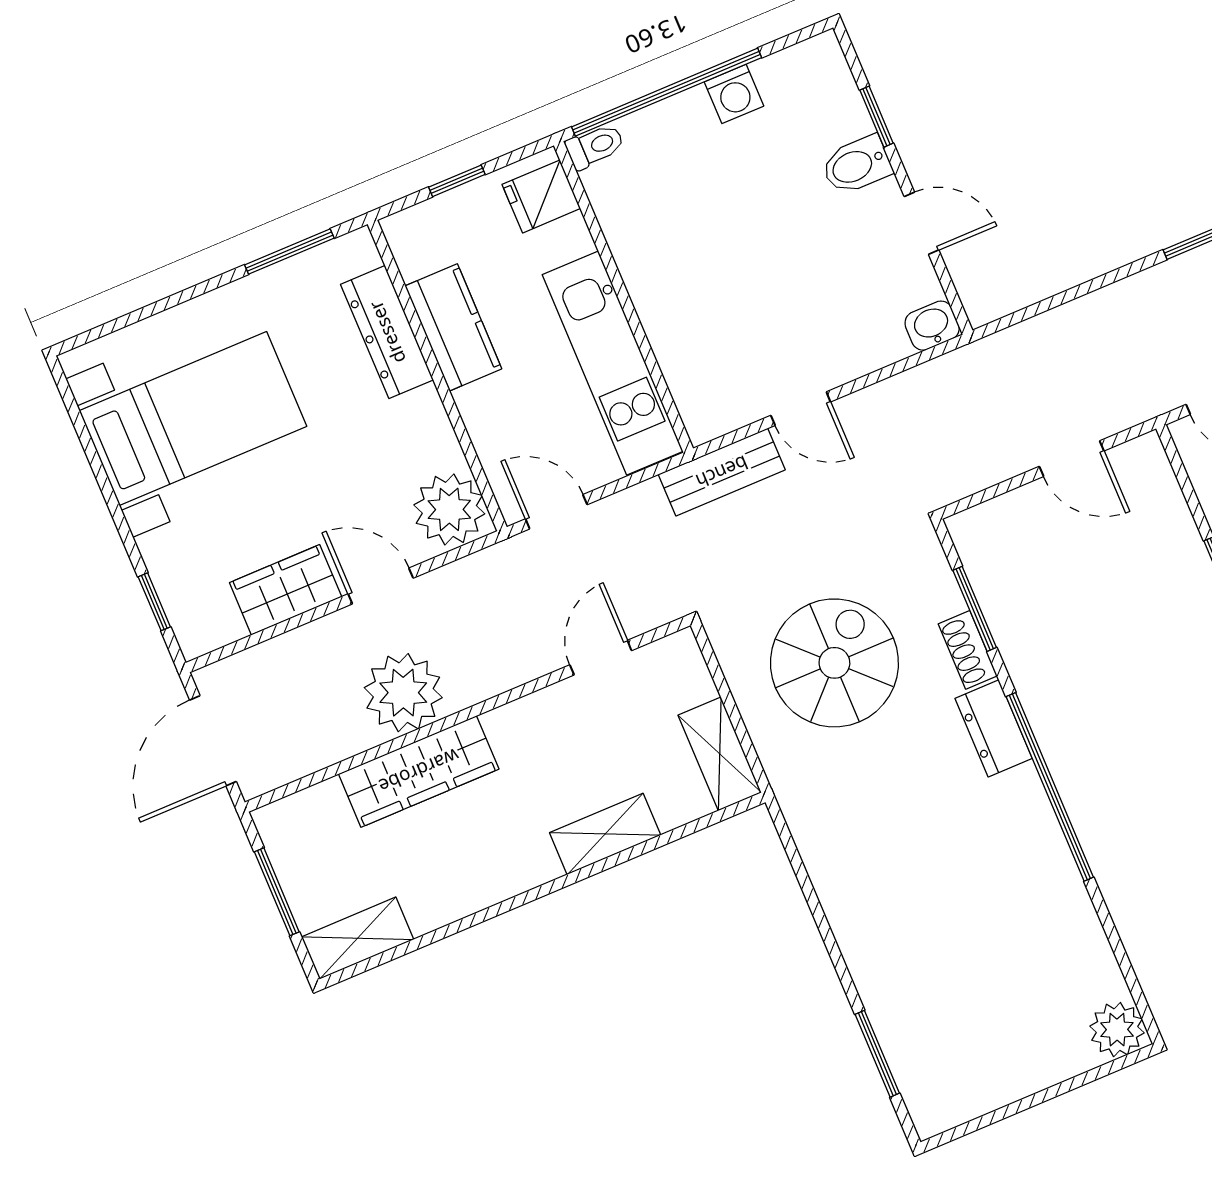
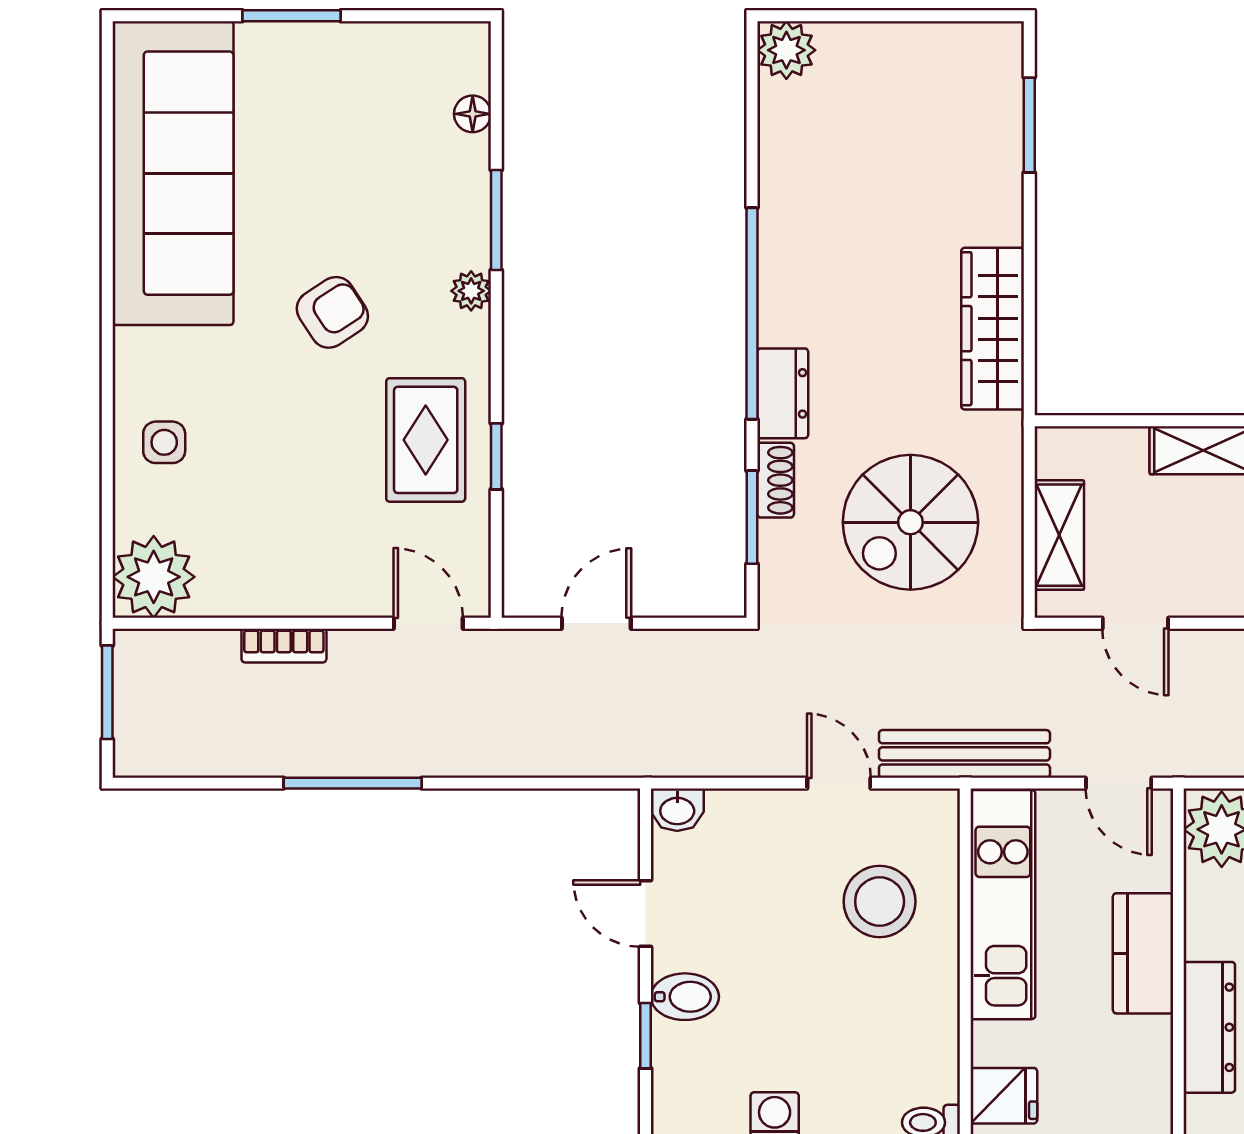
stool: (721, 320) -> (880, 902), added
kitchen counter: (453, 327) -> (1143, 953), moved
door: (1072, 459) -> (596, 623), hinge flipped
bench: (722, 472) -> (964, 754), width x1.36
door: (601, 658) -> (1135, 623), hinge flipped
shelving: (720, 754) -> (1059, 535), moved
wardrobe: (834, 862) -> (993, 329), added

